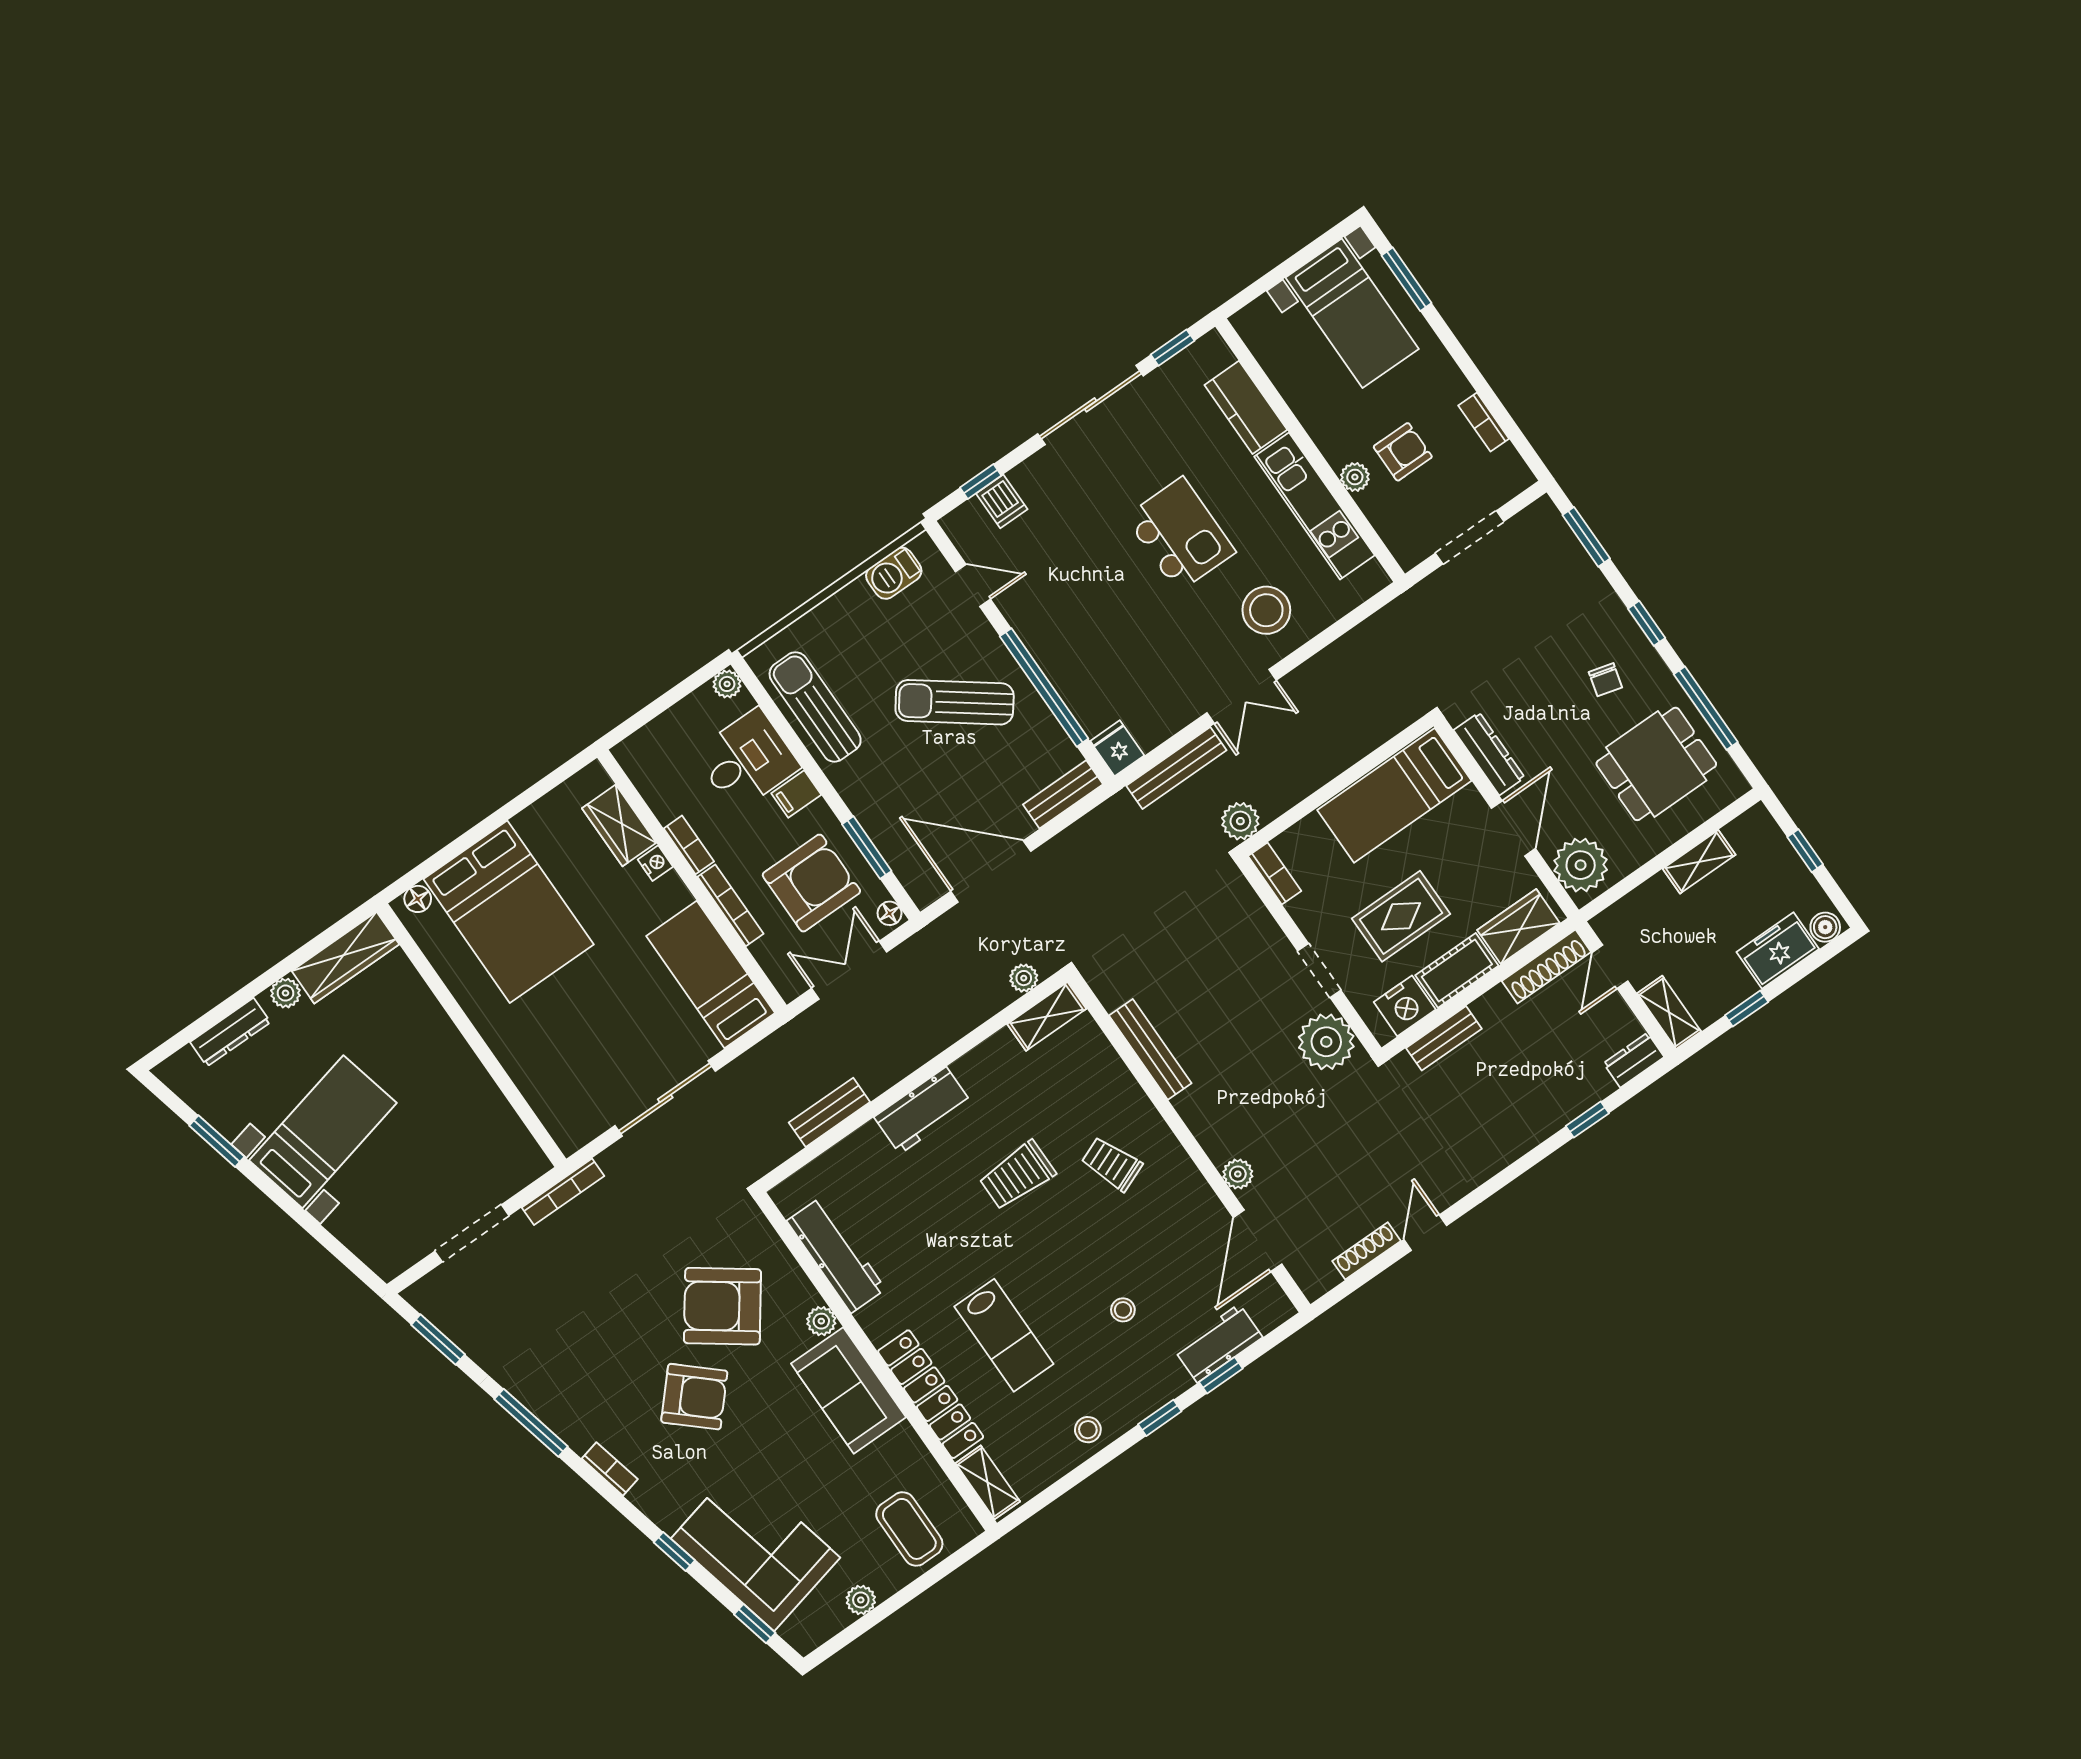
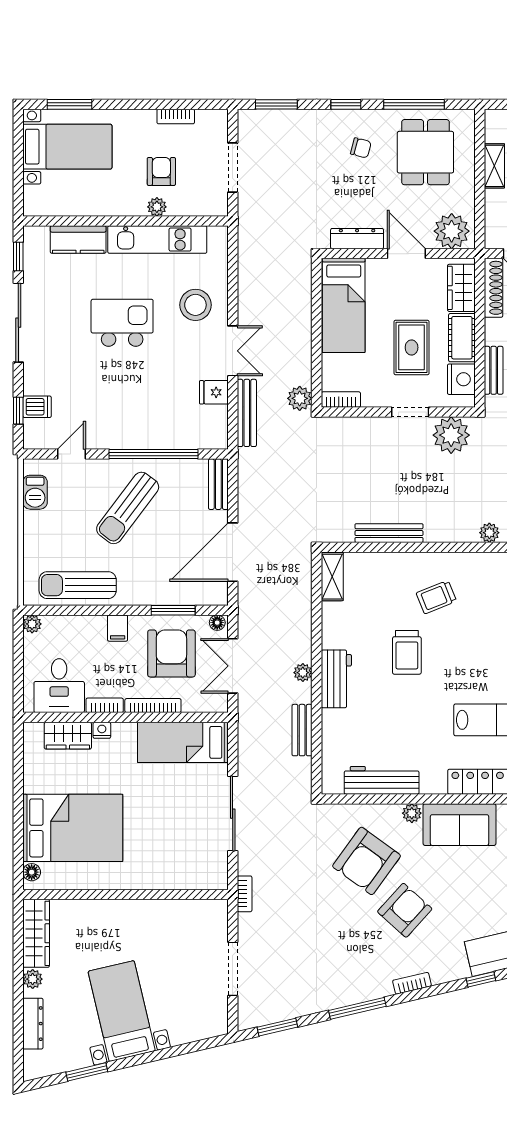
fridge: (1117, 748) -> (214, 392), moved
desk: (747, 760) -> (59, 686), moved, turned 180
plant: (1024, 978) -> (303, 673), moved
bookcase: (563, 1192) -> (245, 894), width x0.64

